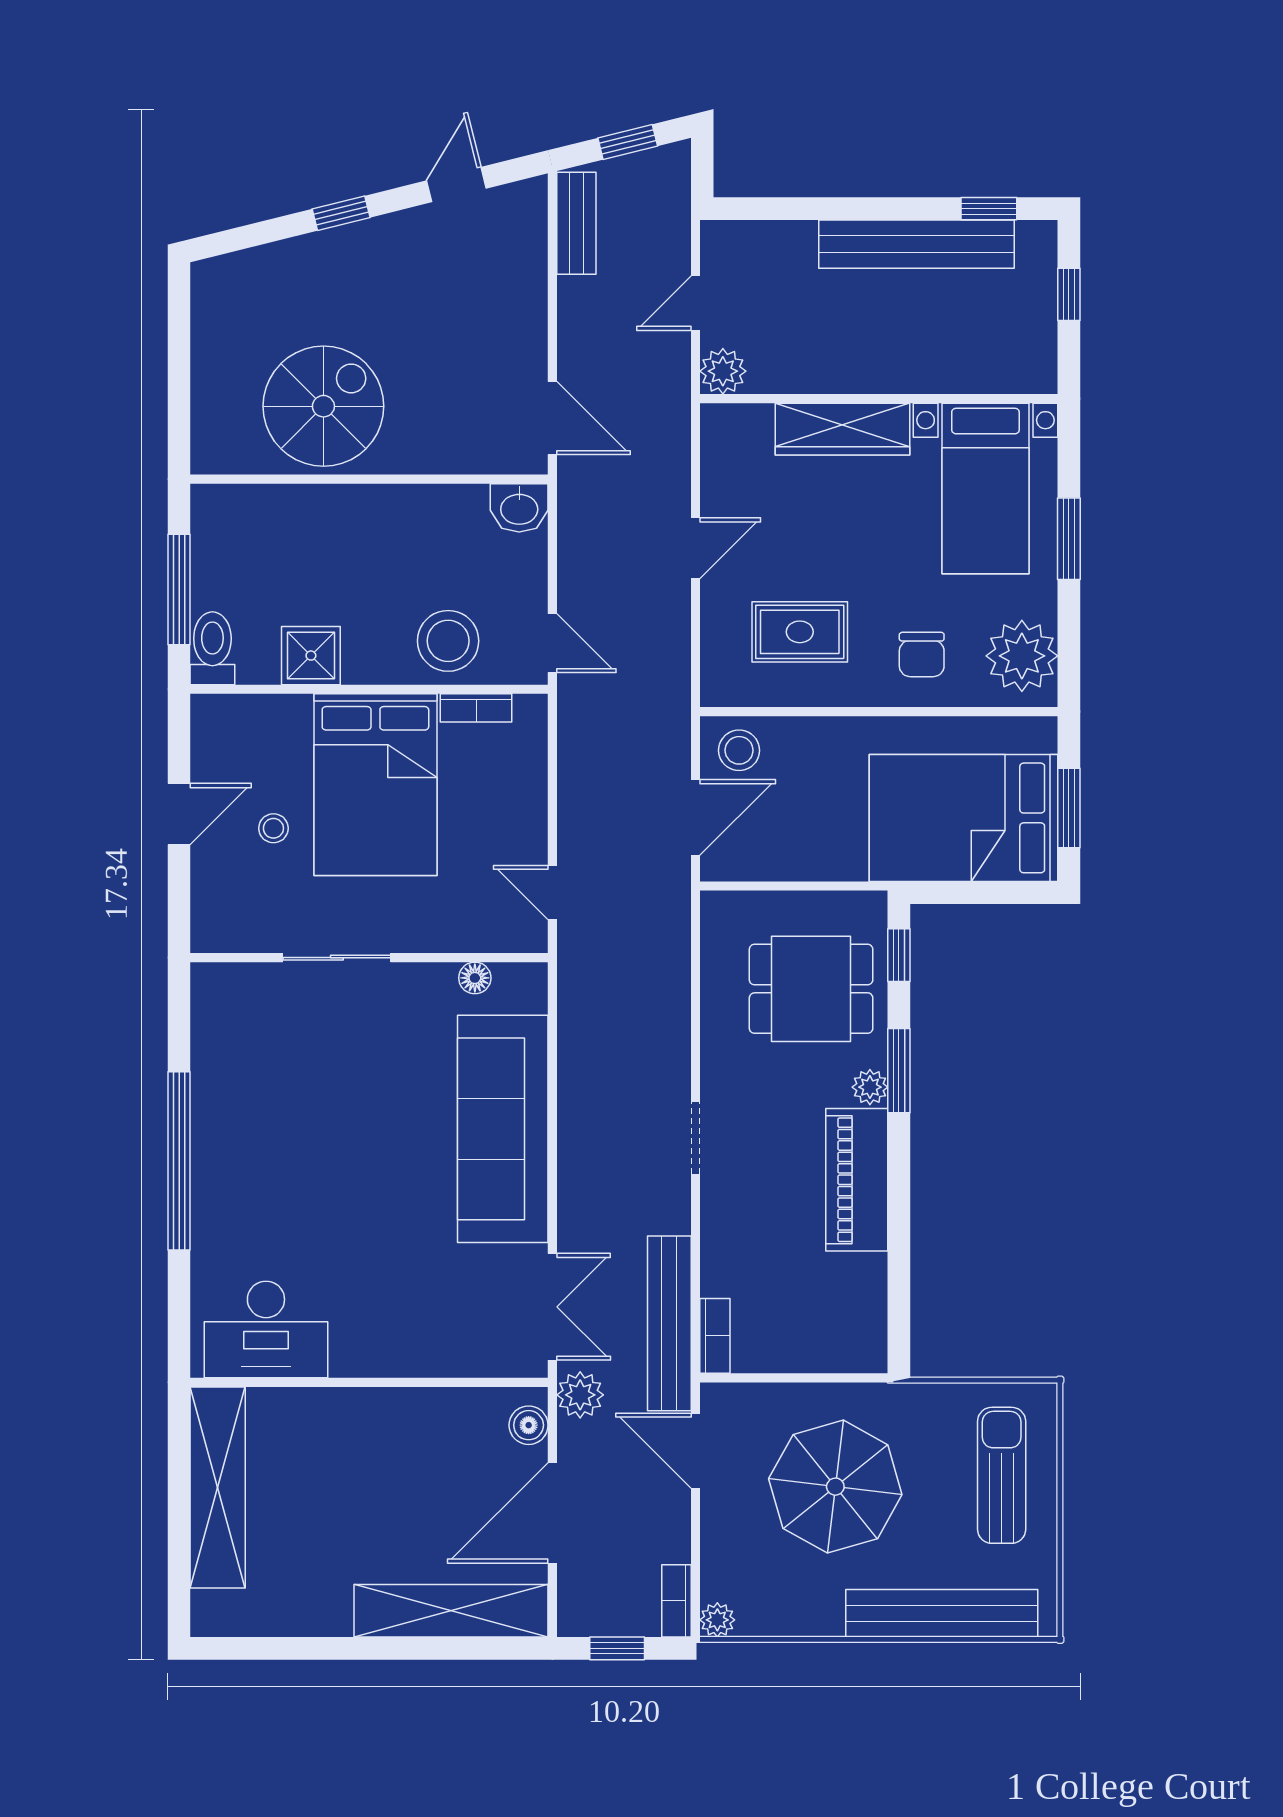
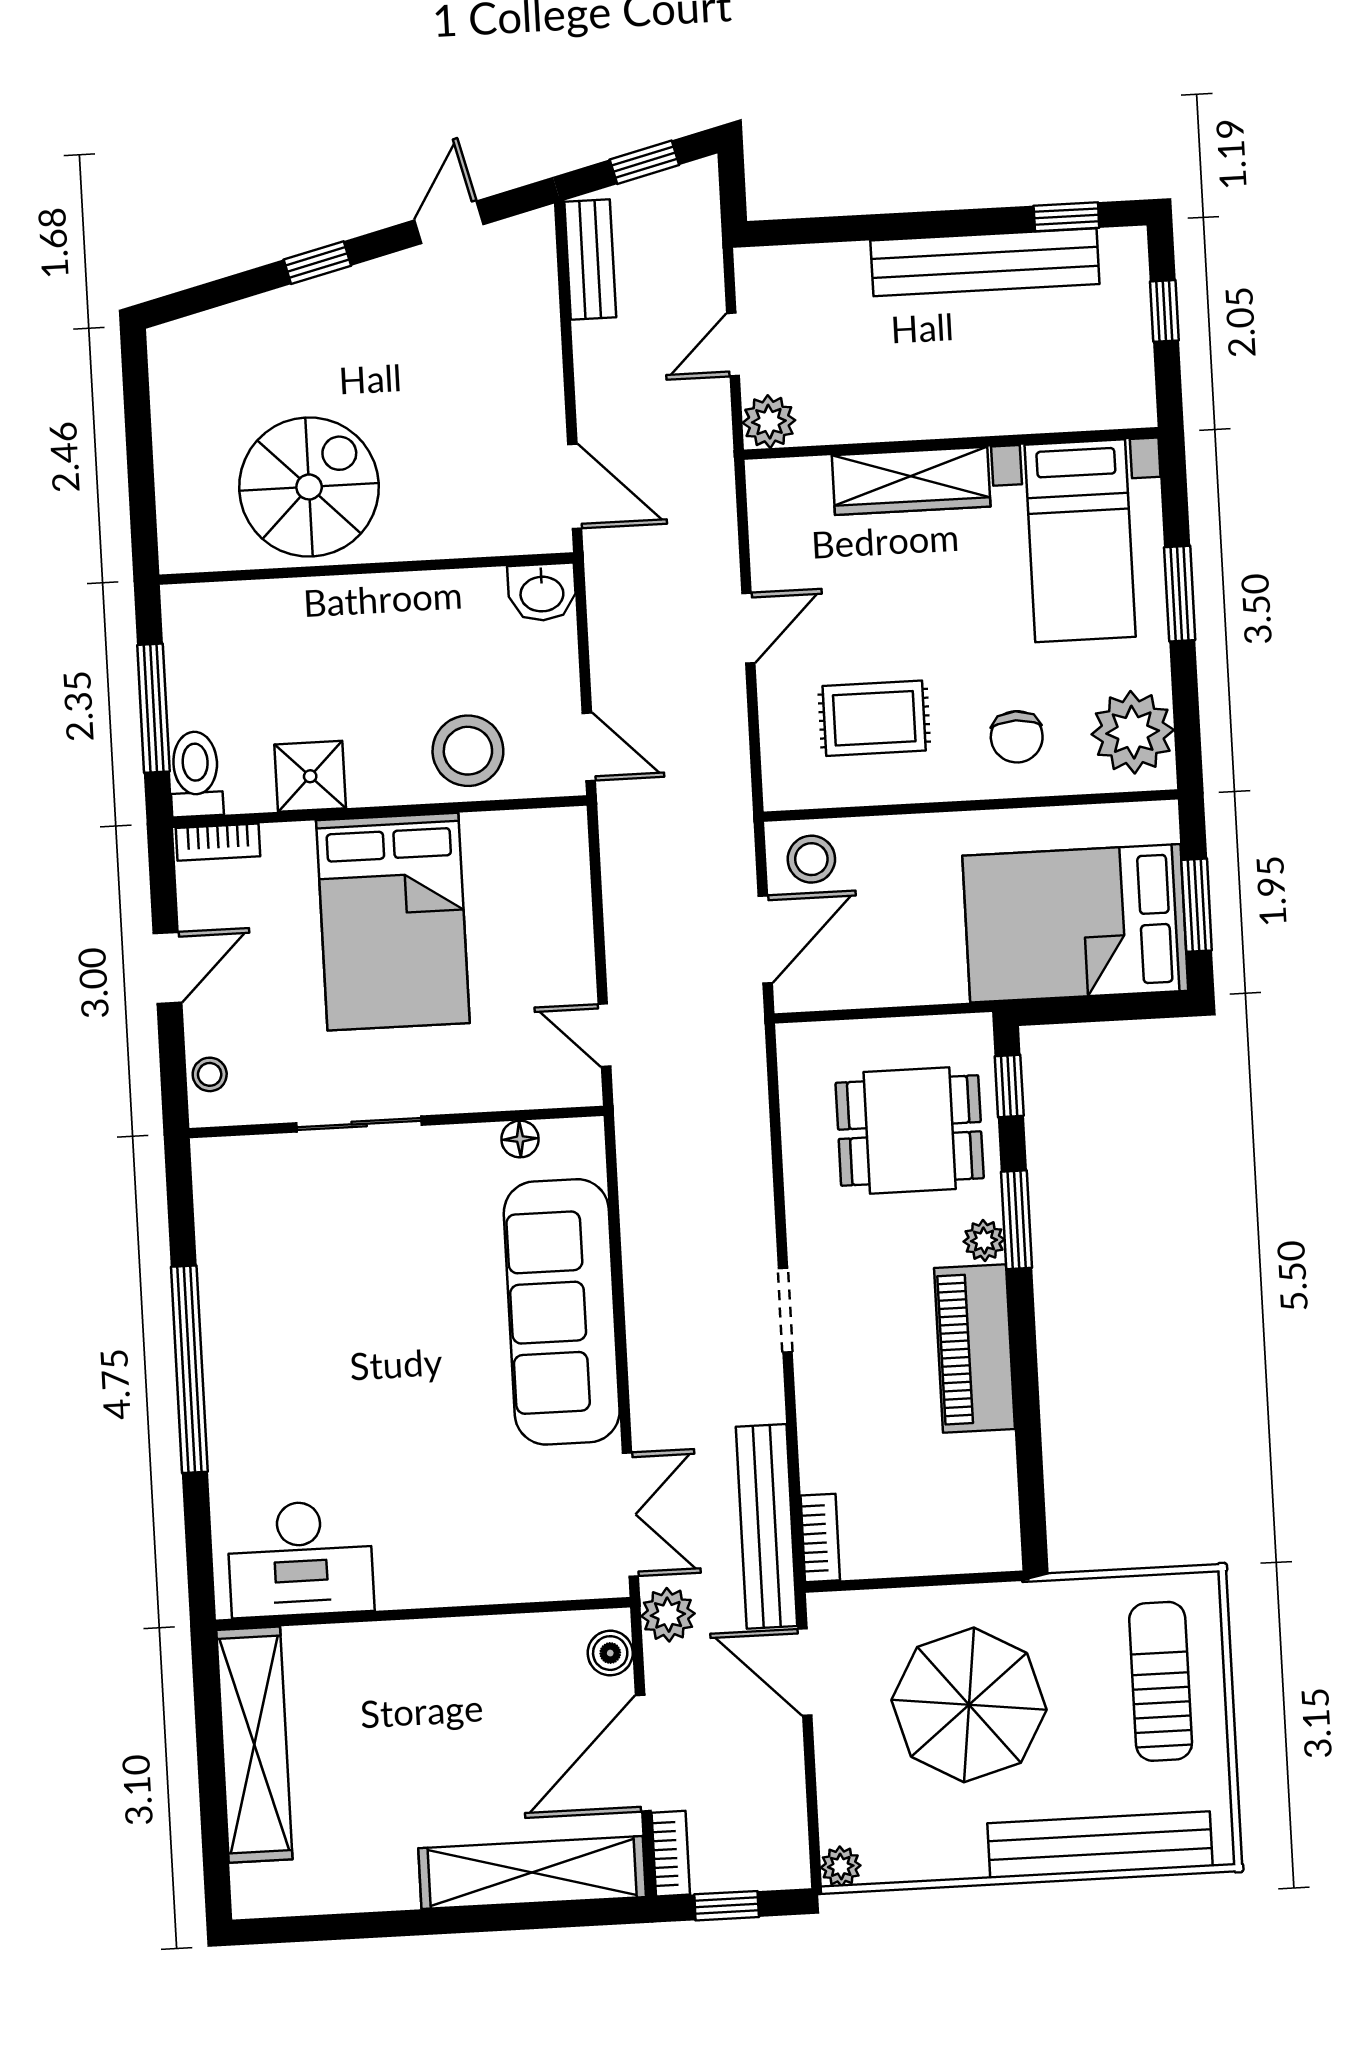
bookcase: (476, 708) -> (218, 842), moved
stool: (273, 828) -> (210, 1074), moved
bookcase: (676, 1601) -> (671, 1854), moved, turned 180

